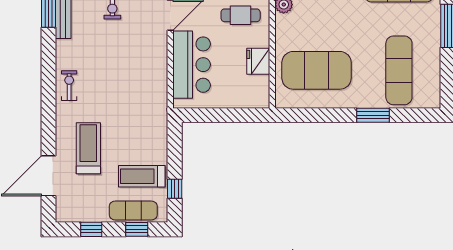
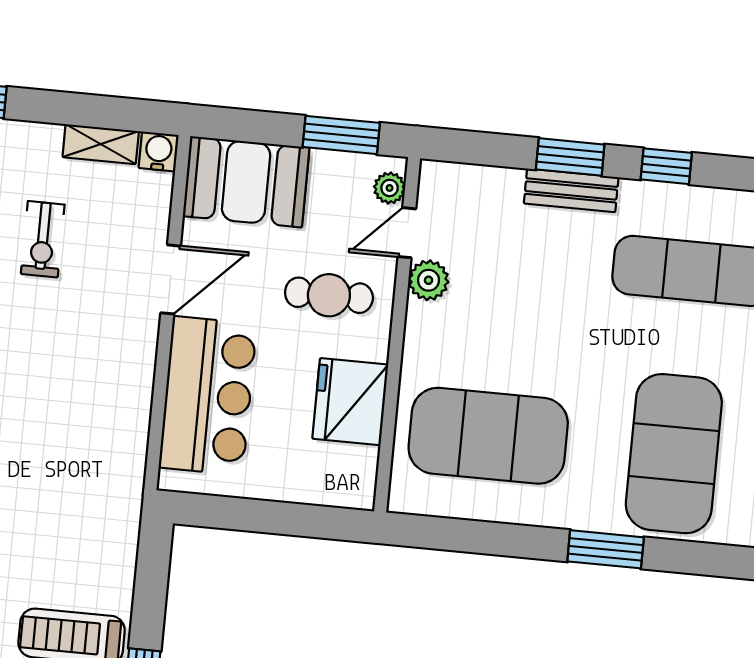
fridge: (258, 61) -> (350, 402), width x1.36, depth x1.34
exercise mat: (399, 70) -> (674, 454), width x1.47

